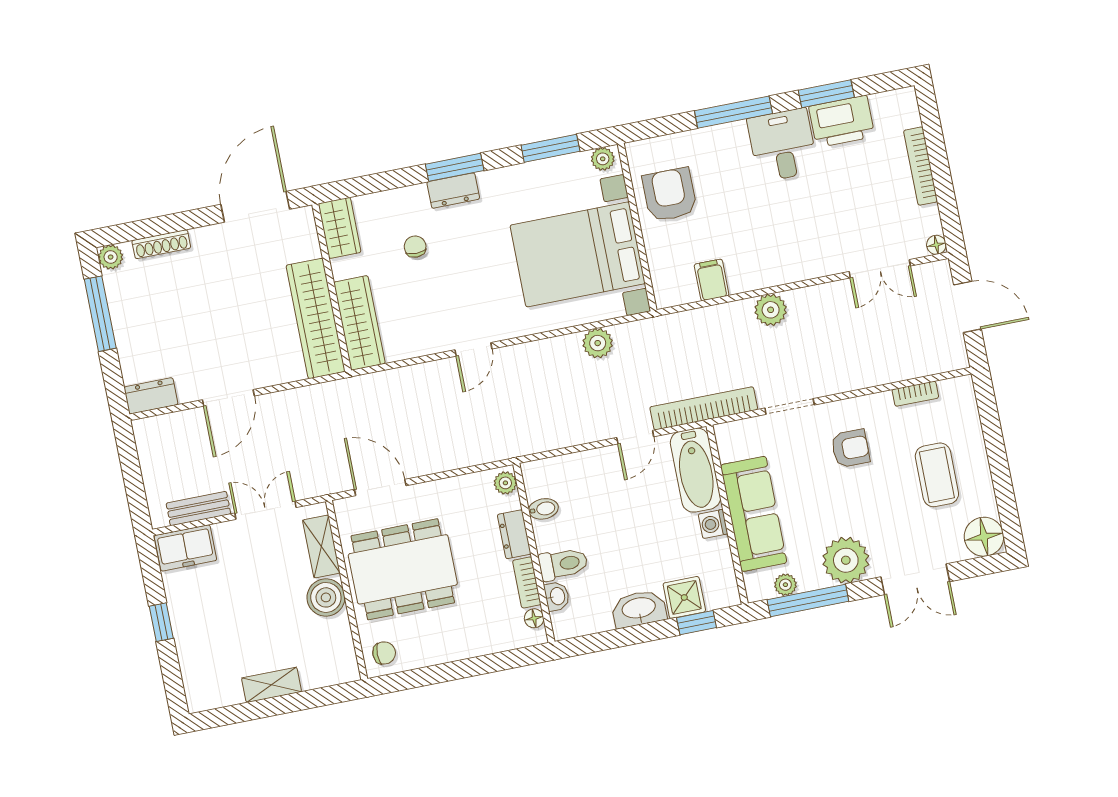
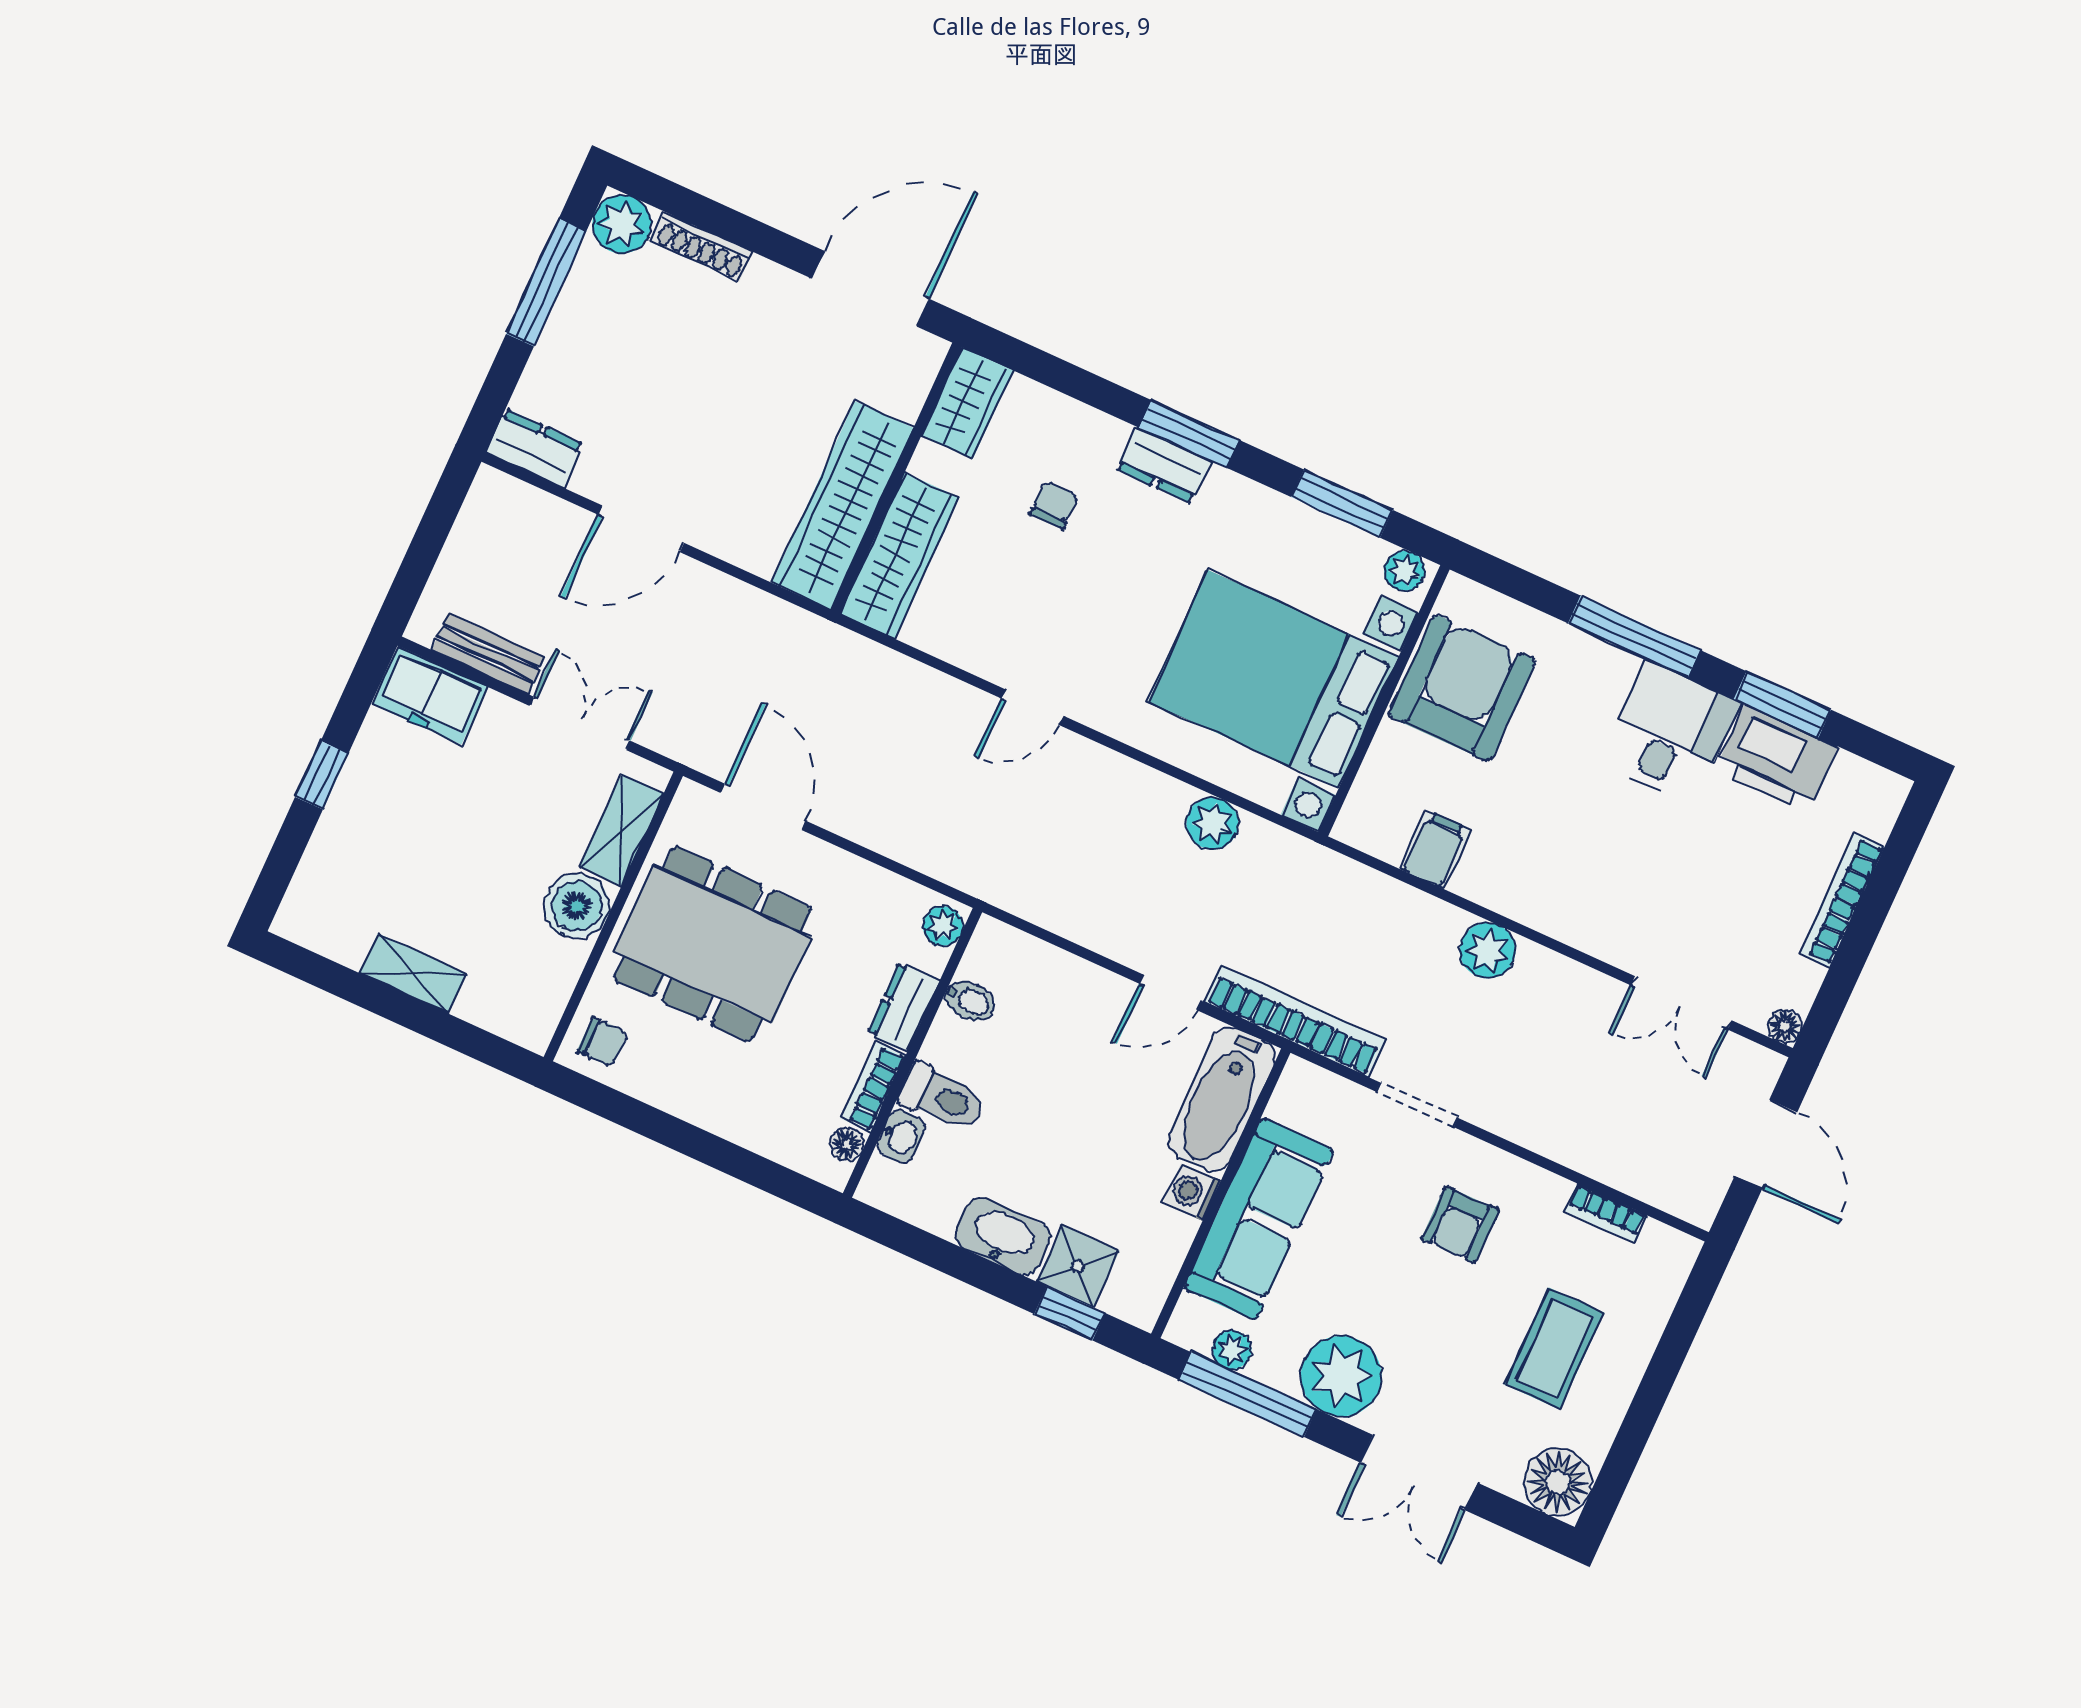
armchair: (670, 195) -> (1462, 688), width x1.36, depth x1.36
plant: (111, 257) -> (622, 224), width x1.38, depth x1.38
armchair: (850, 448) -> (1460, 1224), turned 90

